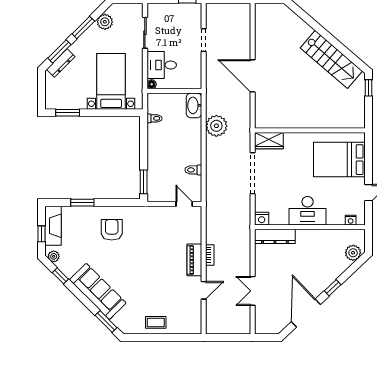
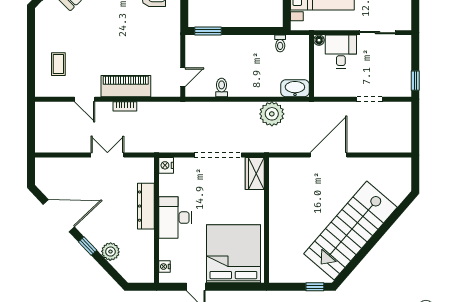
stairs: (331, 59) -> (351, 230), width x1.36, depth x1.51
bed: (339, 160) -> (233, 254), width x1.36
dresser: (275, 236) -> (146, 206), moved
plant: (353, 253) -> (110, 252), moved
piano: (194, 260) -> (126, 86), width x1.37, depth x1.33
double door: (253, 291) -> (107, 155), moved
coffee table: (156, 322) -> (58, 64), moved

